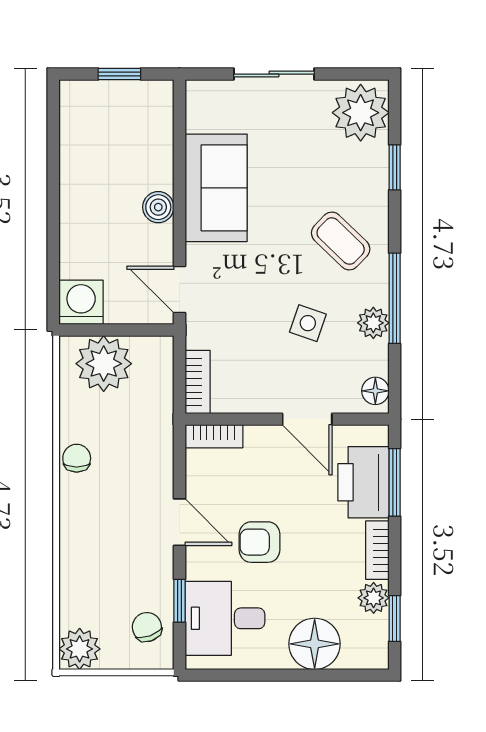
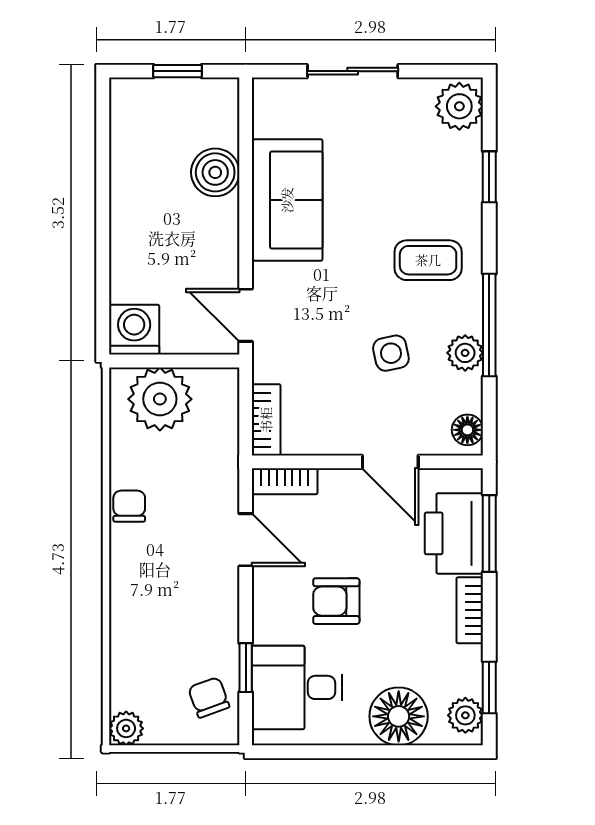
plant: (361, 113) -> (459, 106), width x0.73, depth x0.73
boiler: (158, 207) -> (215, 172), moved, width x1.36, depth x1.36
coffee table: (341, 241) -> (428, 260), turned -44
side table: (308, 323) -> (391, 353), turned -31
door: (179, 522) -> (246, 540), moved
plant: (374, 598) -> (465, 715), moved
plant: (80, 649) -> (126, 728), width x0.73, depth x0.73

